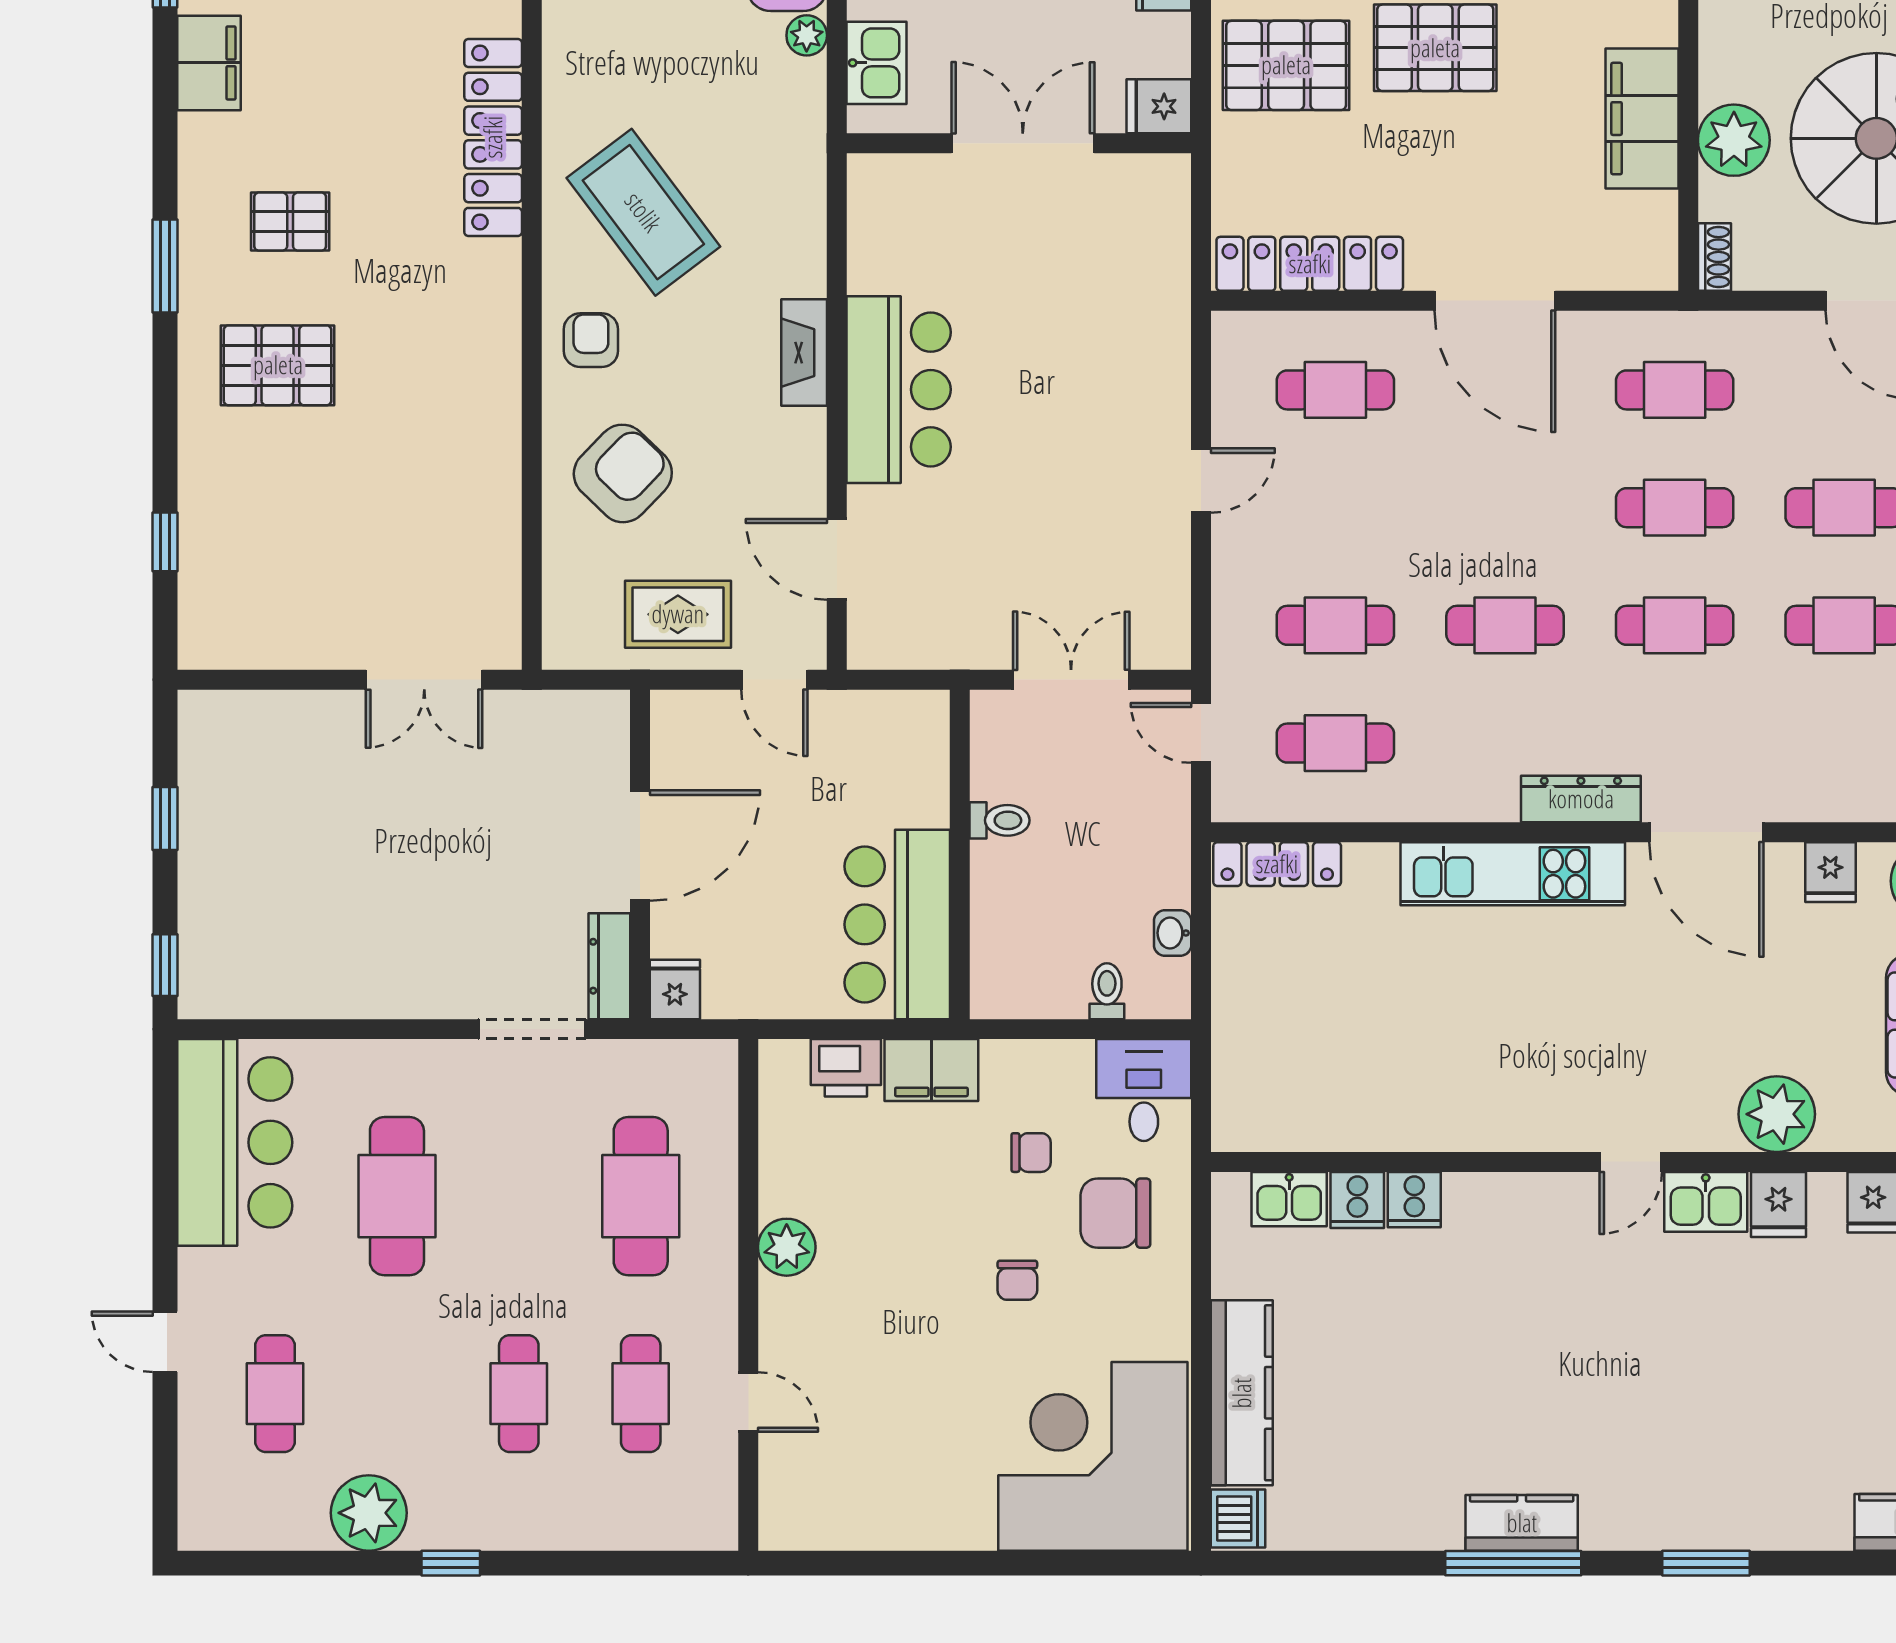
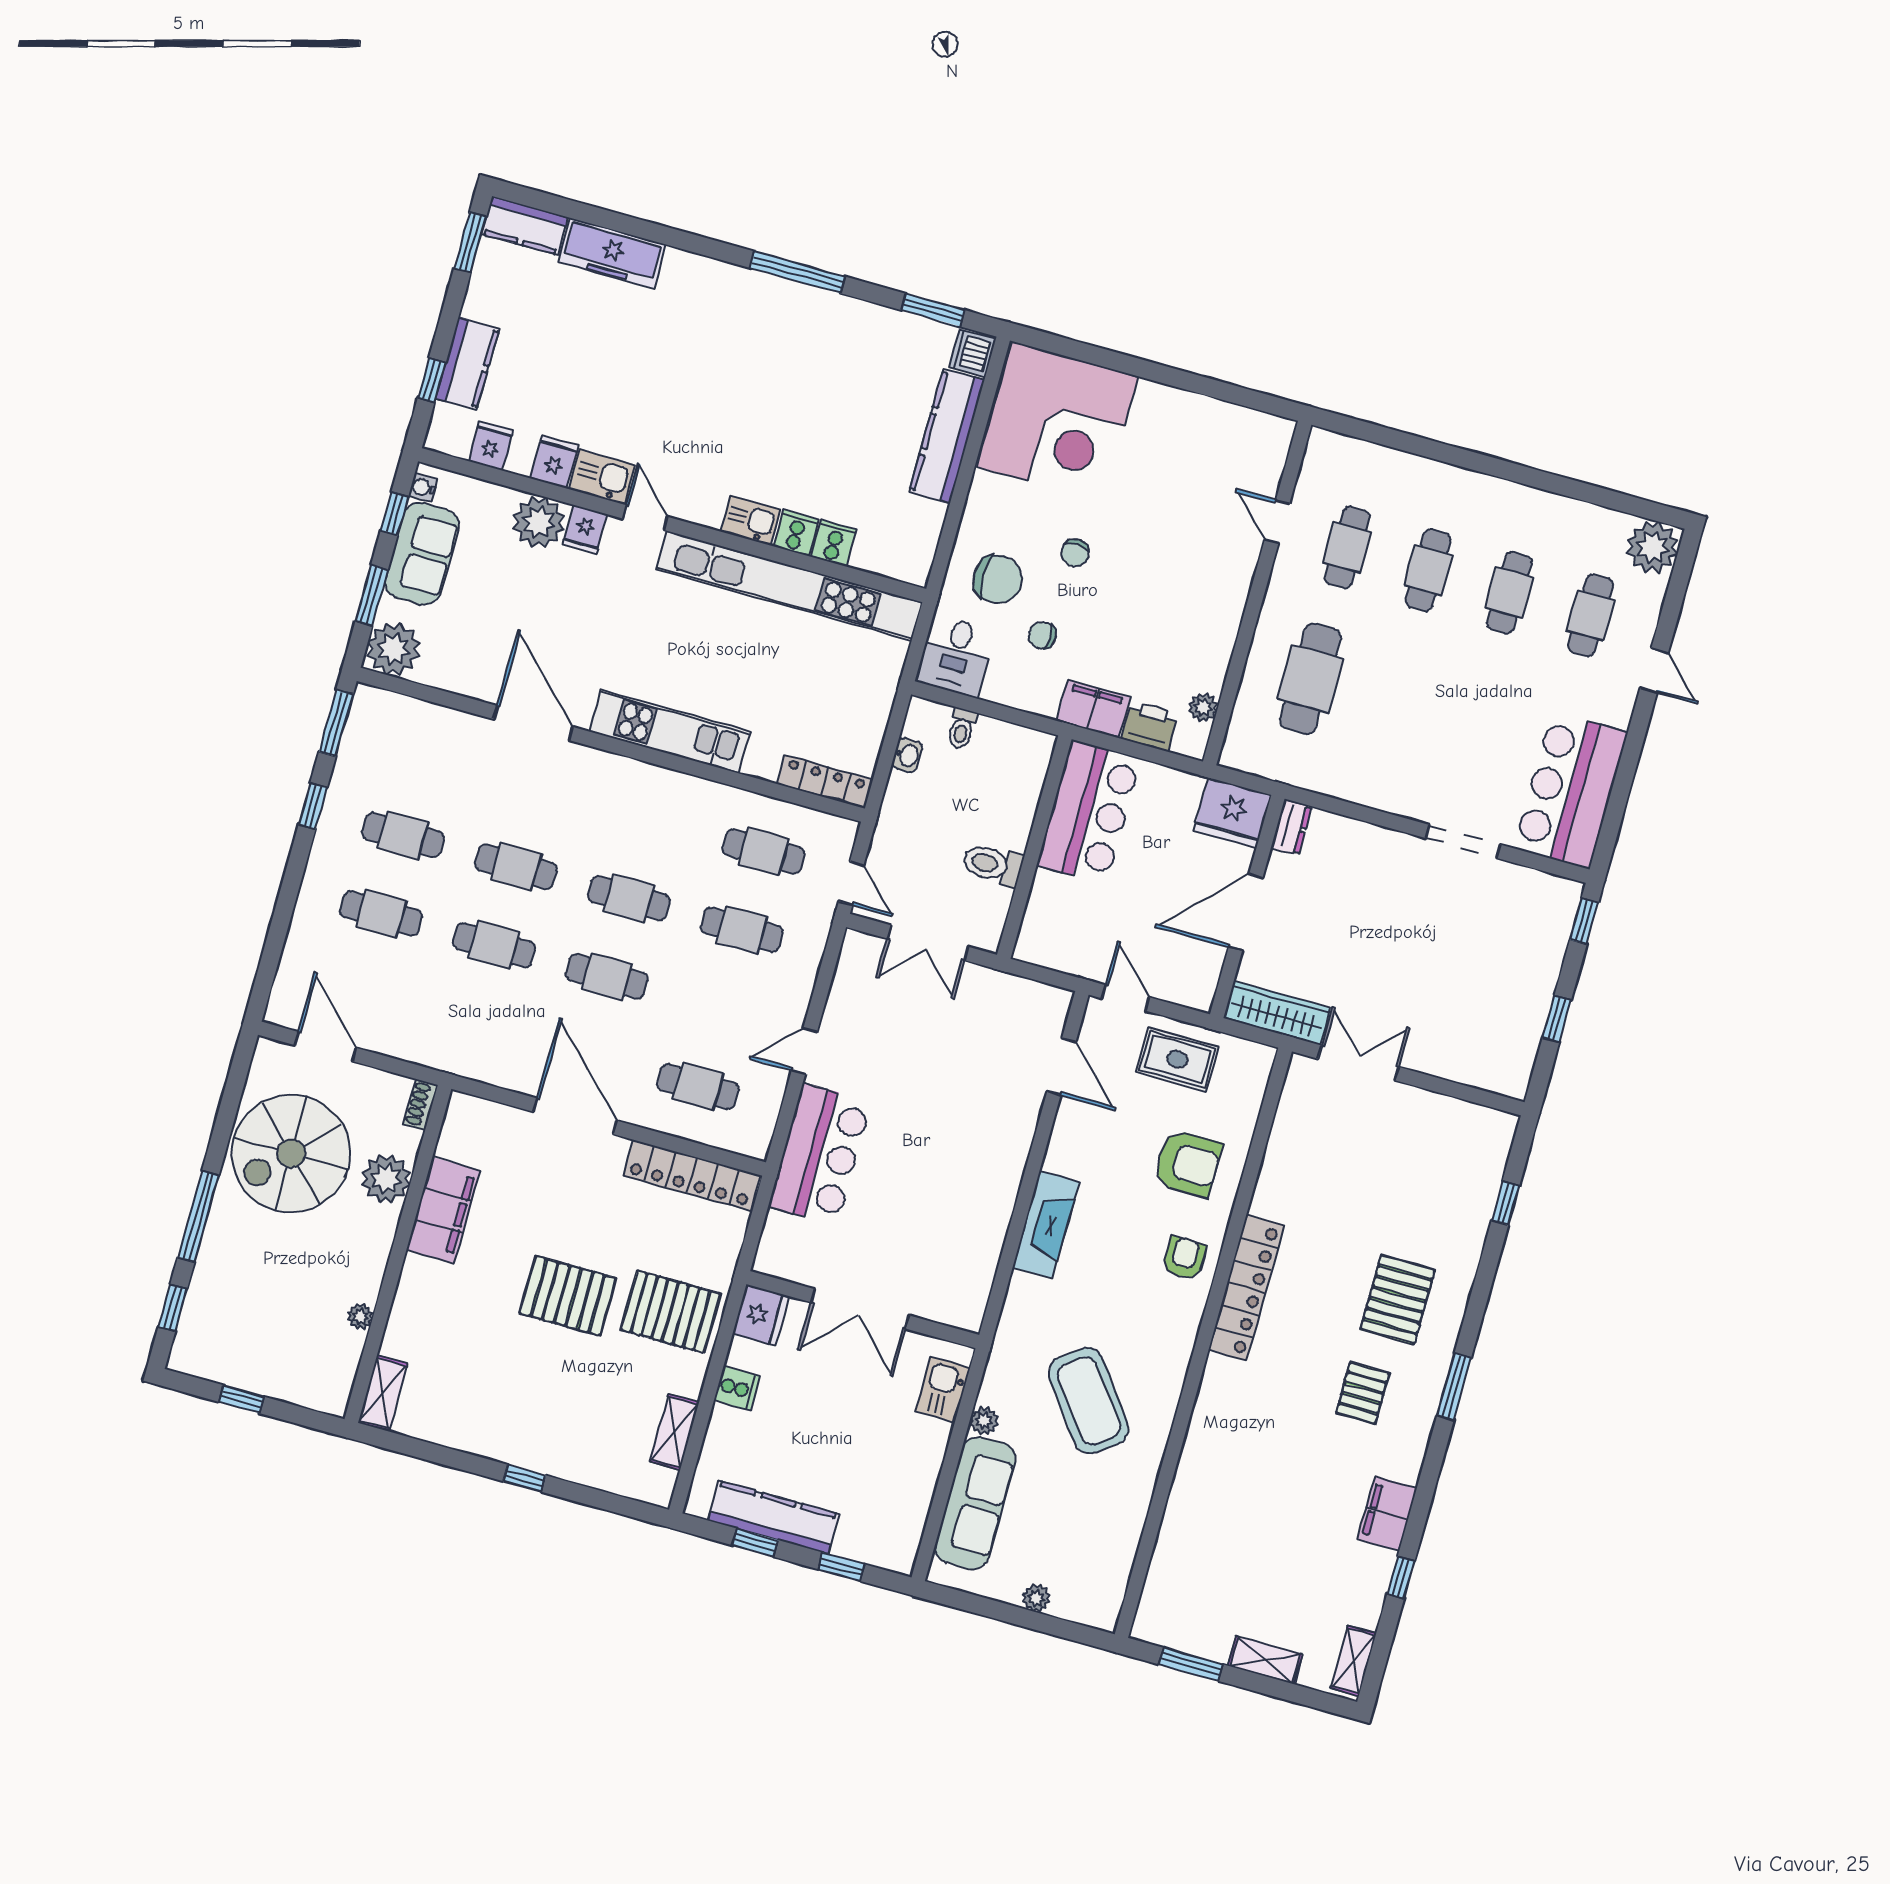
fridge: (1159, 106) -> (761, 1315), width x1.38
locker: (493, 137) -> (1246, 1288), moved
coffee table: (643, 212) -> (1089, 1401), moved
pallet: (290, 222) -> (1363, 1393), turned 90
armchair: (591, 340) -> (1184, 1258), turned 180
fireplace: (804, 353) -> (1046, 1225), width x1.37, depth x1.32
pallet: (278, 365) -> (1398, 1300), turned 90
bar counter: (899, 390) -> (820, 1154), moved, turned 180
cafe table: (1675, 390) -> (607, 977), moved
armchair: (623, 473) -> (1188, 1163), turned -134
wardrobe: (557, 718) -> (1277, 1013), added
dresser: (1581, 799) -> (611, 768), removed
toilet: (1000, 820) -> (993, 865), width x1.37, depth x1.39
fridge: (1830, 872) -> (585, 529), moved, turned 180
dresser: (609, 966) -> (1291, 827), width x0.70
fridge: (675, 989) -> (1233, 813), width x1.88, depth x1.34
doorway: (532, 1029) -> (1463, 841), moved
kitchen unit: (1403, 1123) -> (789, 586), added
door: (1631, 1162) -> (645, 518), hinge flipped
cafe table: (397, 1196) -> (1509, 593), moved, width x0.73, depth x0.74
kitchen sink: (1289, 1199) -> (751, 520), moved
plant: (787, 1247) -> (1203, 708), moved, width x0.73, depth x0.73
chair: (1017, 1280) -> (1075, 553), turned 180
plant: (369, 1513) -> (1653, 547), moved
freezer: (1779, 1517) -> (612, 253), added
kitchen counter: (1522, 1523) -> (785, 298), removed
window: (451, 1563) -> (1505, 470), removed
window: (1706, 1563) -> (933, 310), moved

